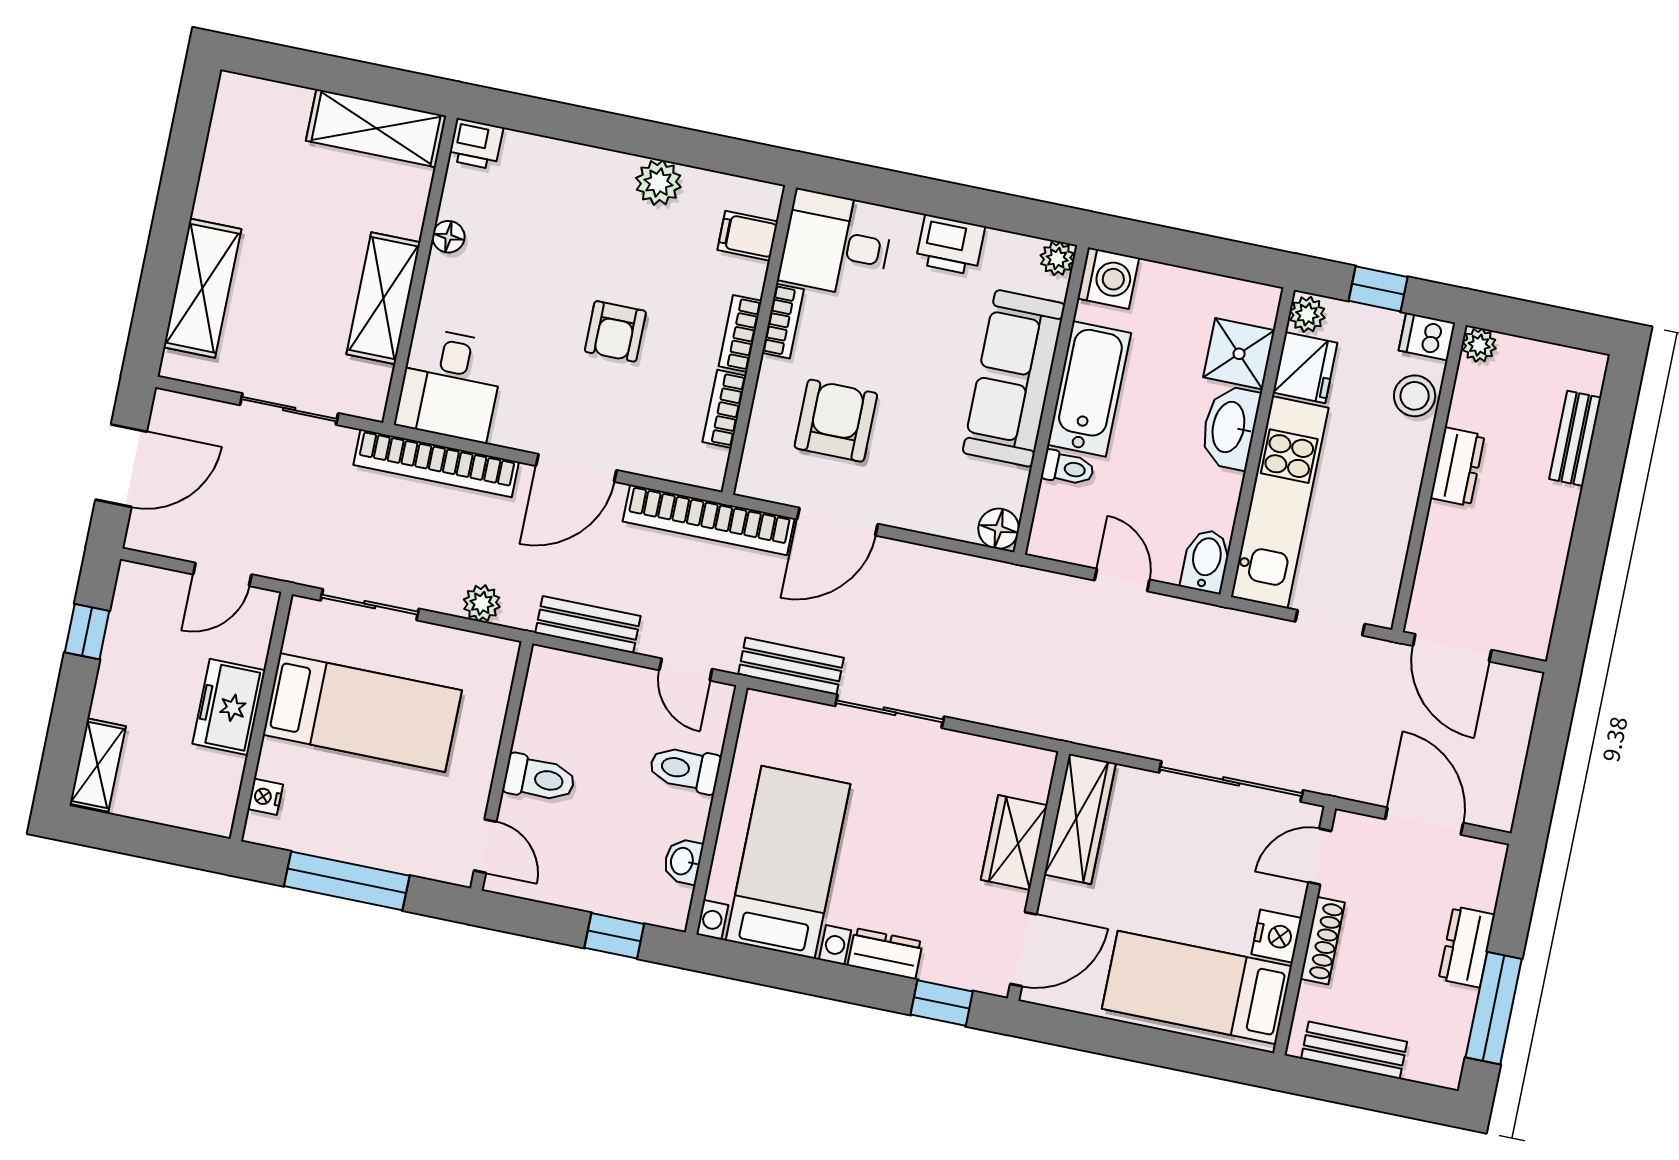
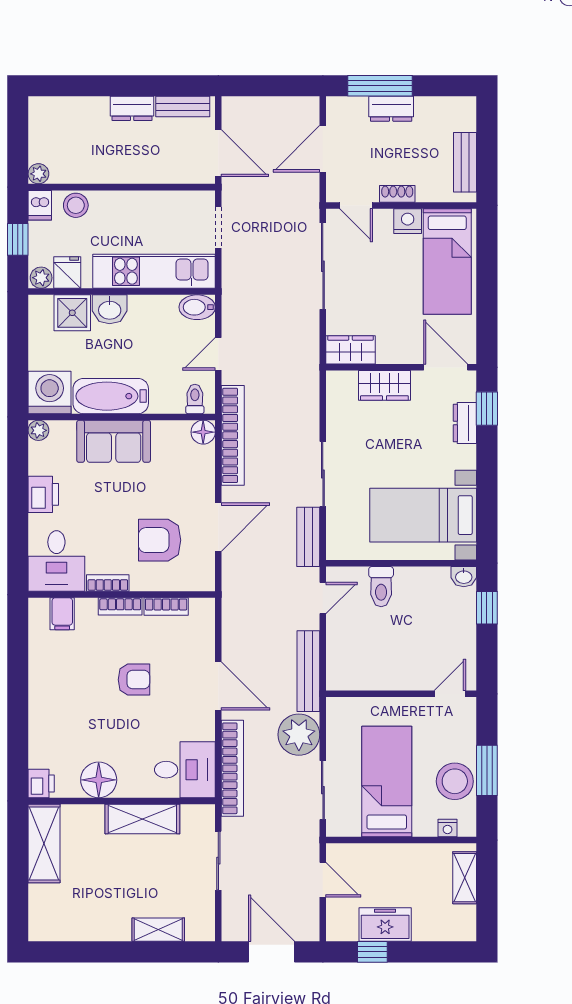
plant: (658, 183) -> (42, 672), removed
floor lamp: (448, 237) -> (99, 780), width x1.89, depth x1.89
washing machine: (1108, 278) -> (50, 392), width x1.37, depth x1.37
shelving: (202, 288) -> (158, 930), width x0.67, depth x0.75
fridge: (1305, 368) -> (67, 273), width x0.72
sofa: (1014, 378) -> (114, 441), width x0.73
washbasin: (1230, 427) -> (110, 309), width x0.72
bench: (1575, 438) -> (183, 107), moved
dresser: (1457, 467) -> (132, 108), moved, turned 180
toilet: (1068, 468) -> (195, 399), moved
bookcase: (709, 520) -> (233, 435), moved
door: (837, 522) -> (218, 527), hinge flipped
plant: (482, 603) -> (299, 735), width x1.88, depth x1.88
bench: (588, 625) -> (308, 671), width x1.36
door: (1452, 648) -> (218, 153), hinge flipped
freezer: (229, 707) -> (385, 925), moved, turned 180
shelving: (98, 765) -> (465, 878), moved, turned 90
toilet: (539, 779) -> (404, 670), removed
wardrobe: (1080, 819) -> (351, 350), width x0.67
stool: (340, 825) -> (455, 781), added
washbasin: (683, 861) -> (464, 577), moved
window: (347, 881) -> (487, 770), width x0.69
shoe rack: (1323, 941) -> (397, 194), width x0.70
dresser: (885, 954) -> (465, 423), moved
window: (1494, 1008) -> (380, 86), moved

